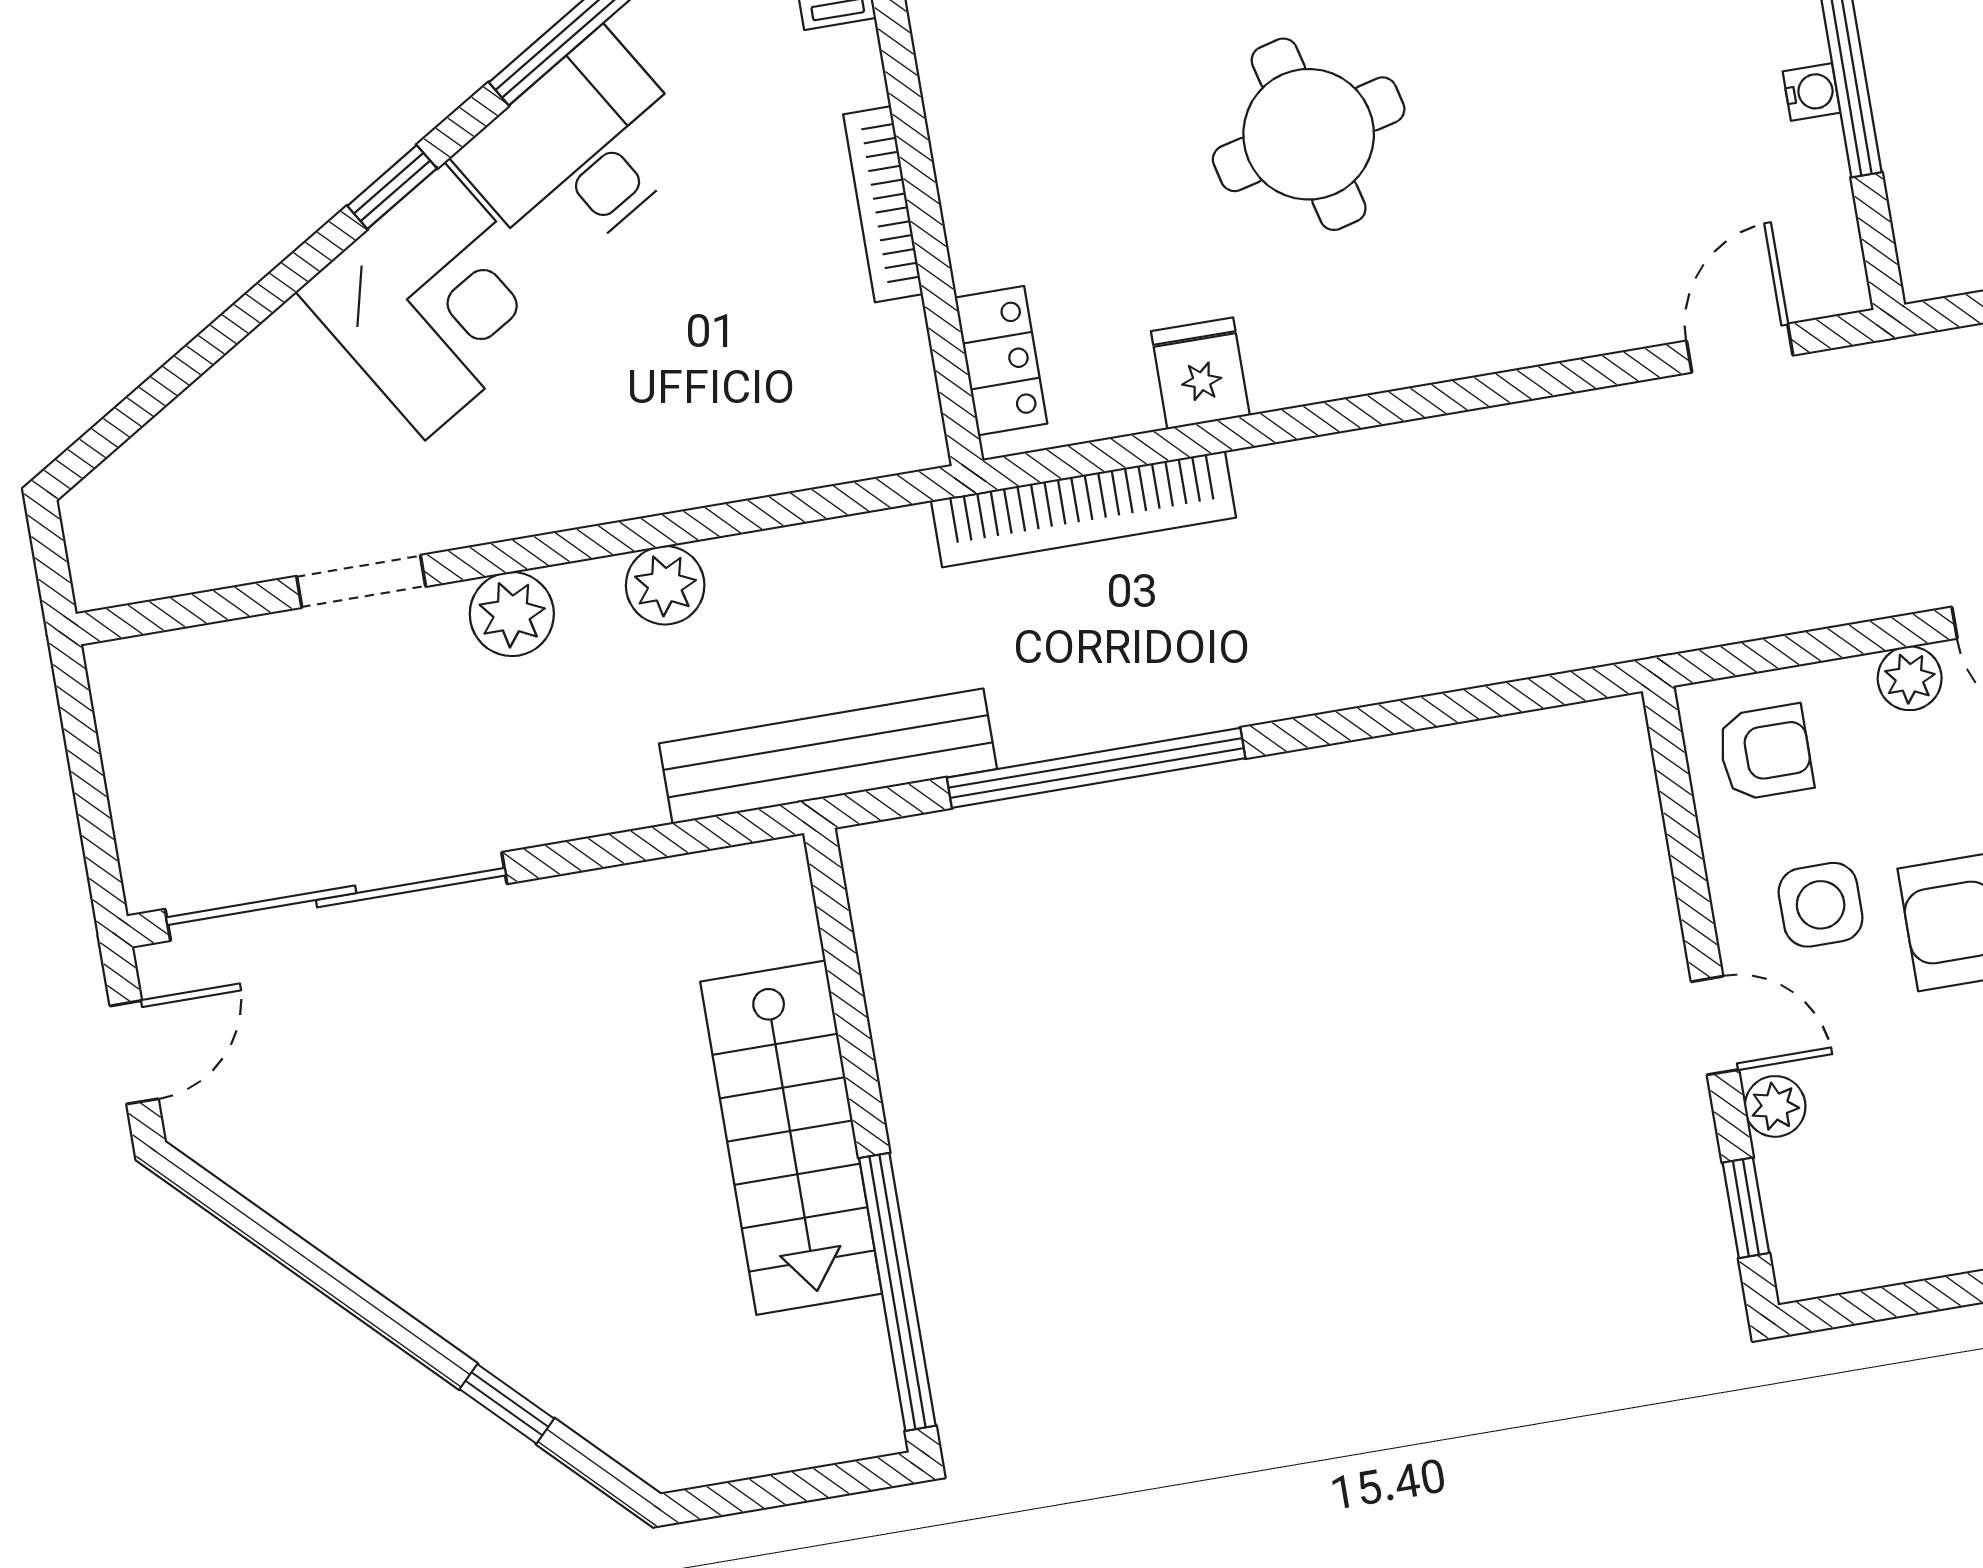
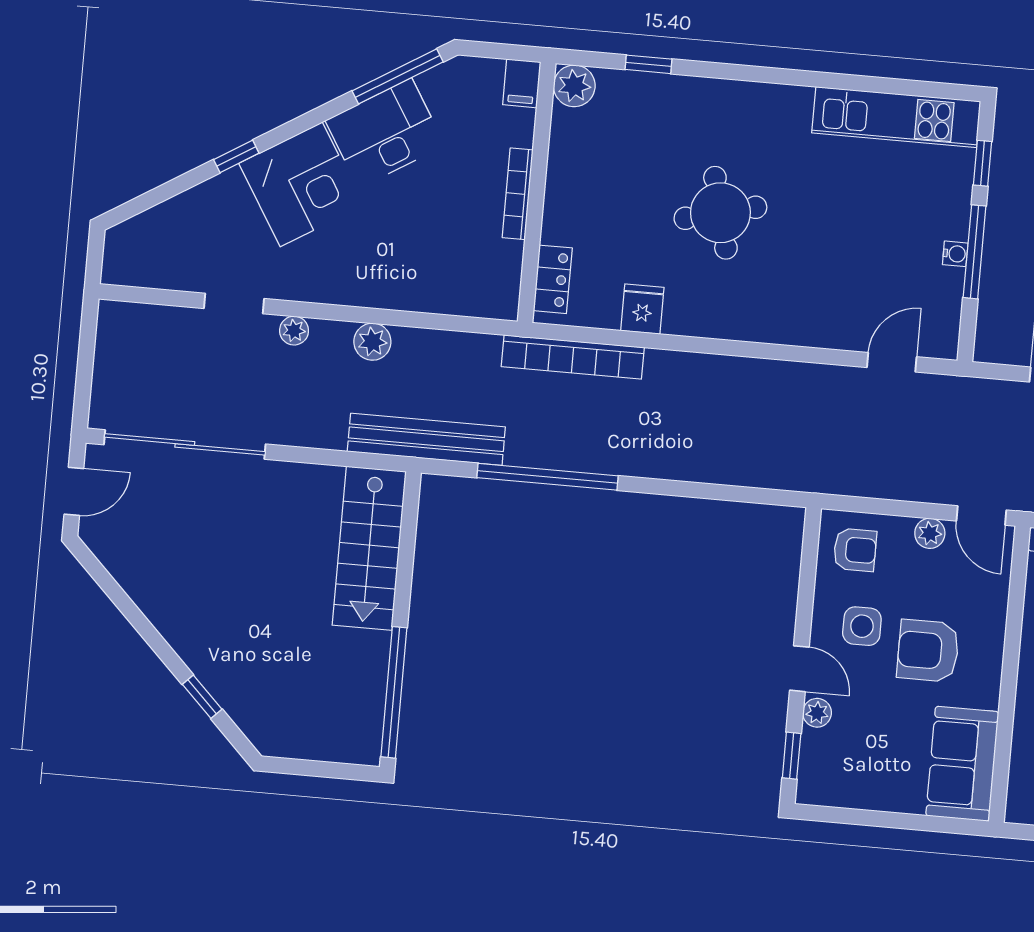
window: (392, 187) -> (236, 156), moved
plant: (512, 614) -> (294, 331), width x0.73, depth x0.73
stairs: (791, 1138) -> (369, 548), moved

